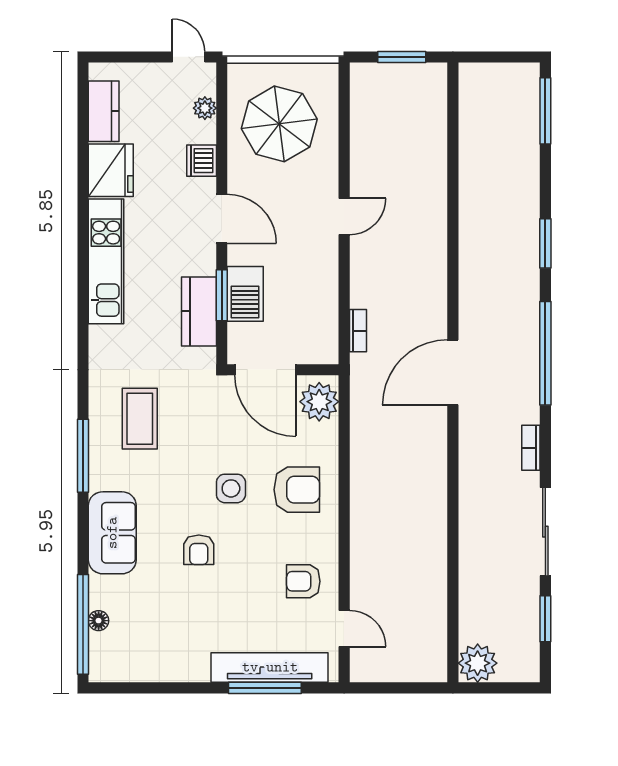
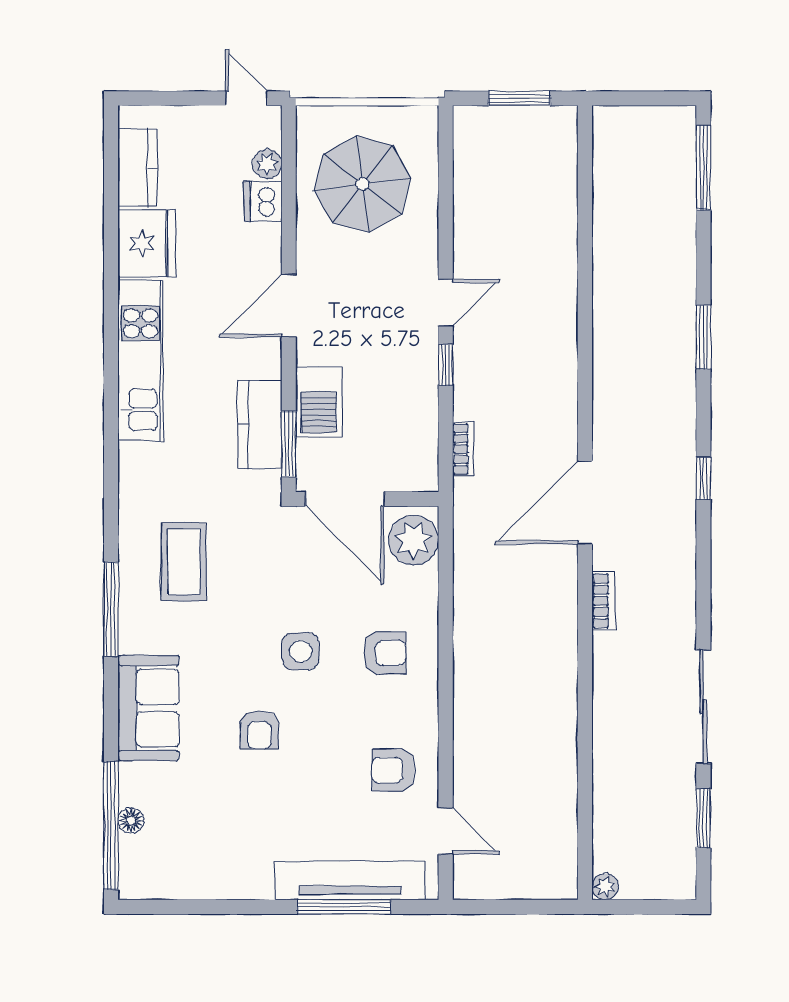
dishwasher: (202, 161) -> (263, 201), moved
door: (222, 219) -> (289, 306), swing flipped
window: (344, 265) -> (446, 365), added
window: (222, 295) -> (289, 444), moved
window: (545, 353) -> (703, 478), width x0.32
bookcase: (531, 448) -> (603, 601), moved, turned 180
armchair: (297, 490) -> (385, 653), width x0.72, depth x0.72
plant: (478, 663) -> (605, 887), width x0.53, depth x0.53

